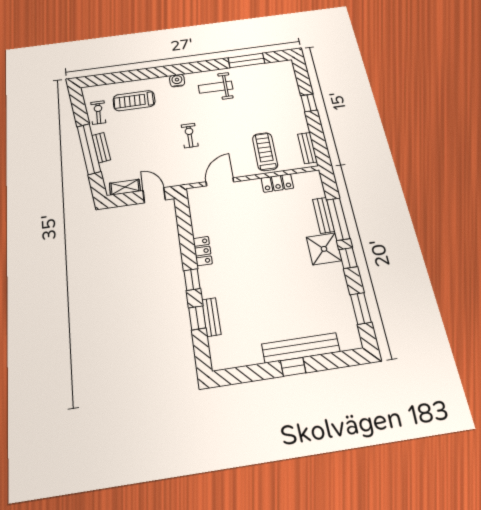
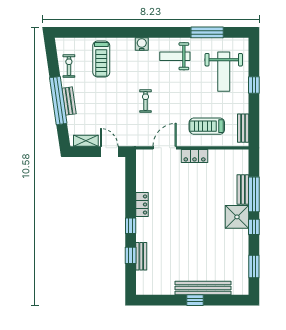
weight bench: (272, 95) -> (224, 72), added
treadmill: (134, 101) -> (101, 59), turned -90
treadmill: (265, 152) -> (207, 126), turned -90
locker: (277, 183) -> (195, 156), moved

